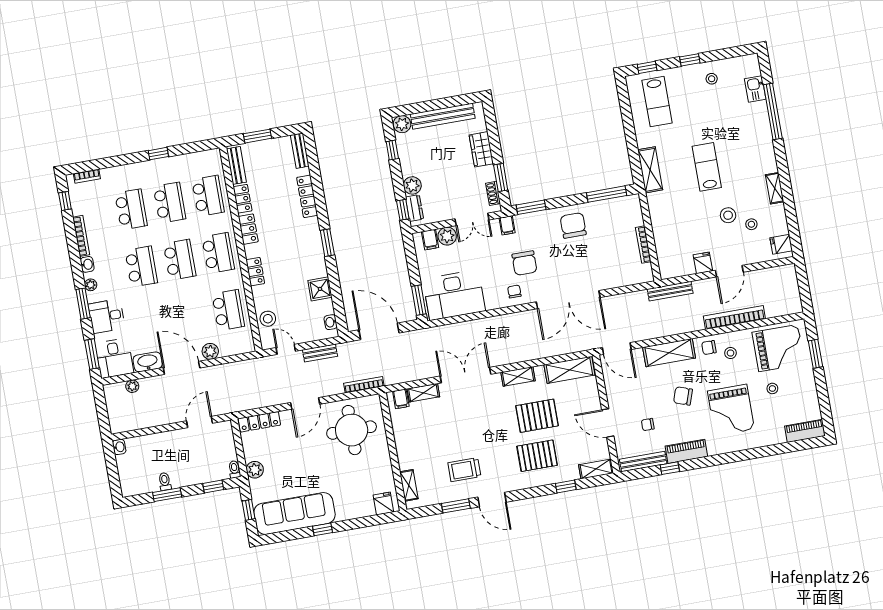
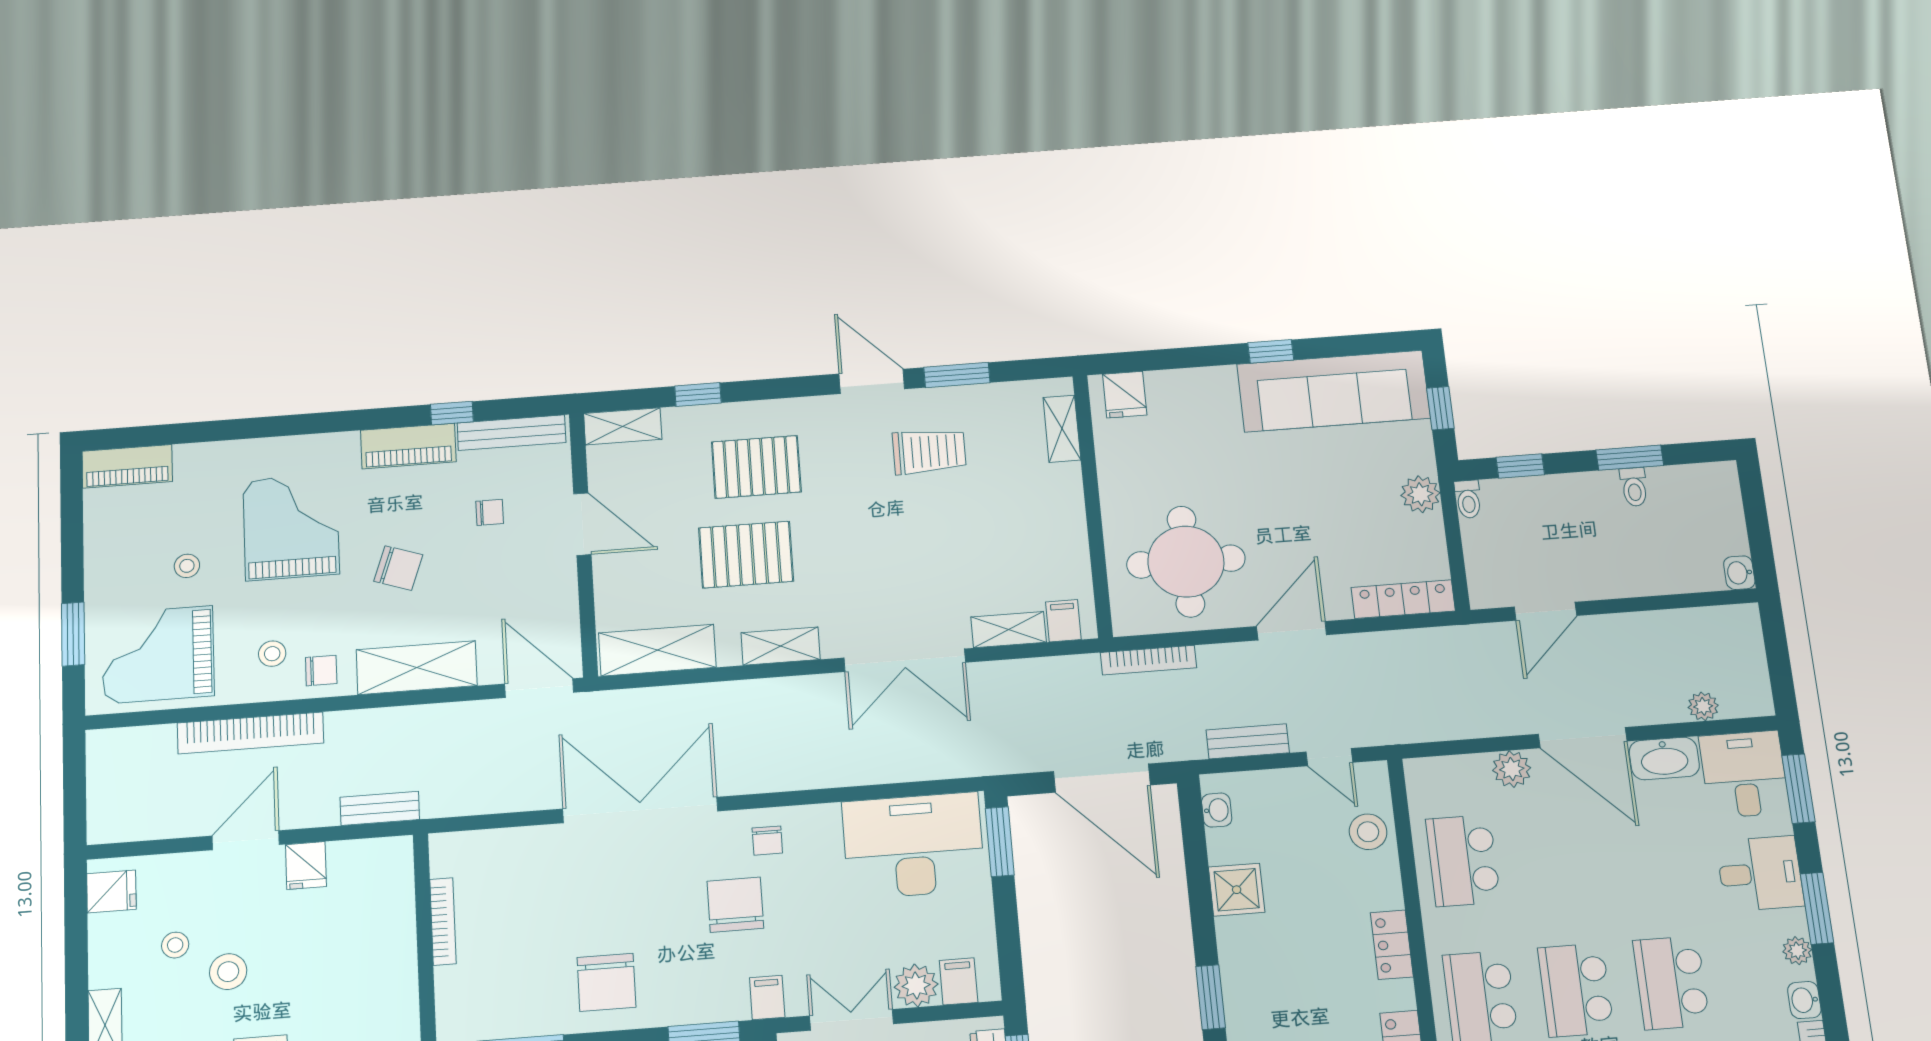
bench: (670, 291) -> (380, 808), width x0.73

